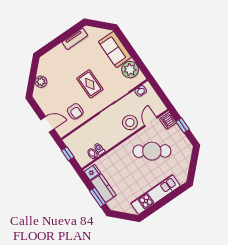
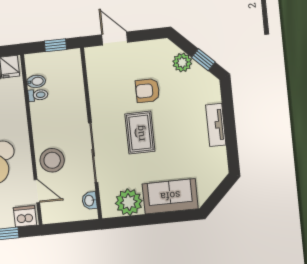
tv unit: (75, 39) -> (216, 125), moved
window: (34, 71) -> (203, 60), added
rug: (90, 84) -> (140, 133), turned 90
armchair: (75, 111) -> (147, 91), moved
door: (47, 124) -> (115, 38), swing flipped

